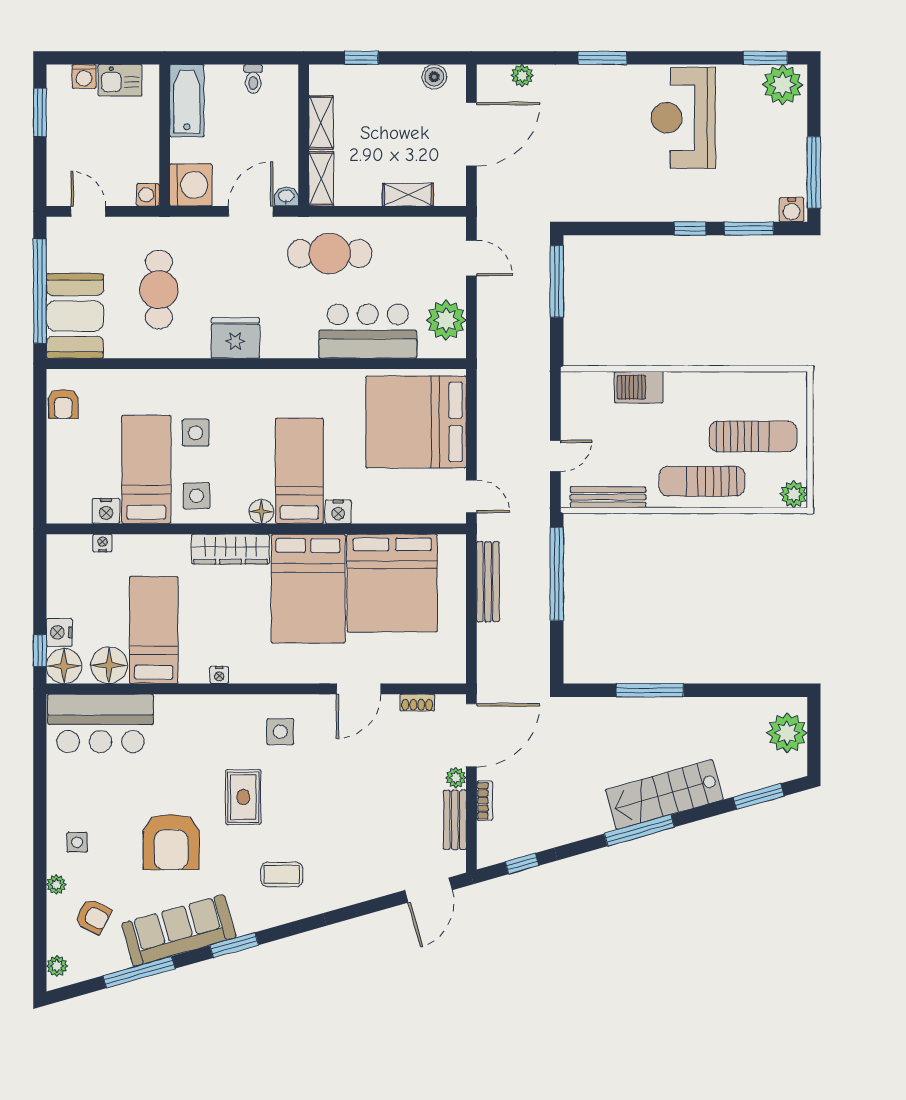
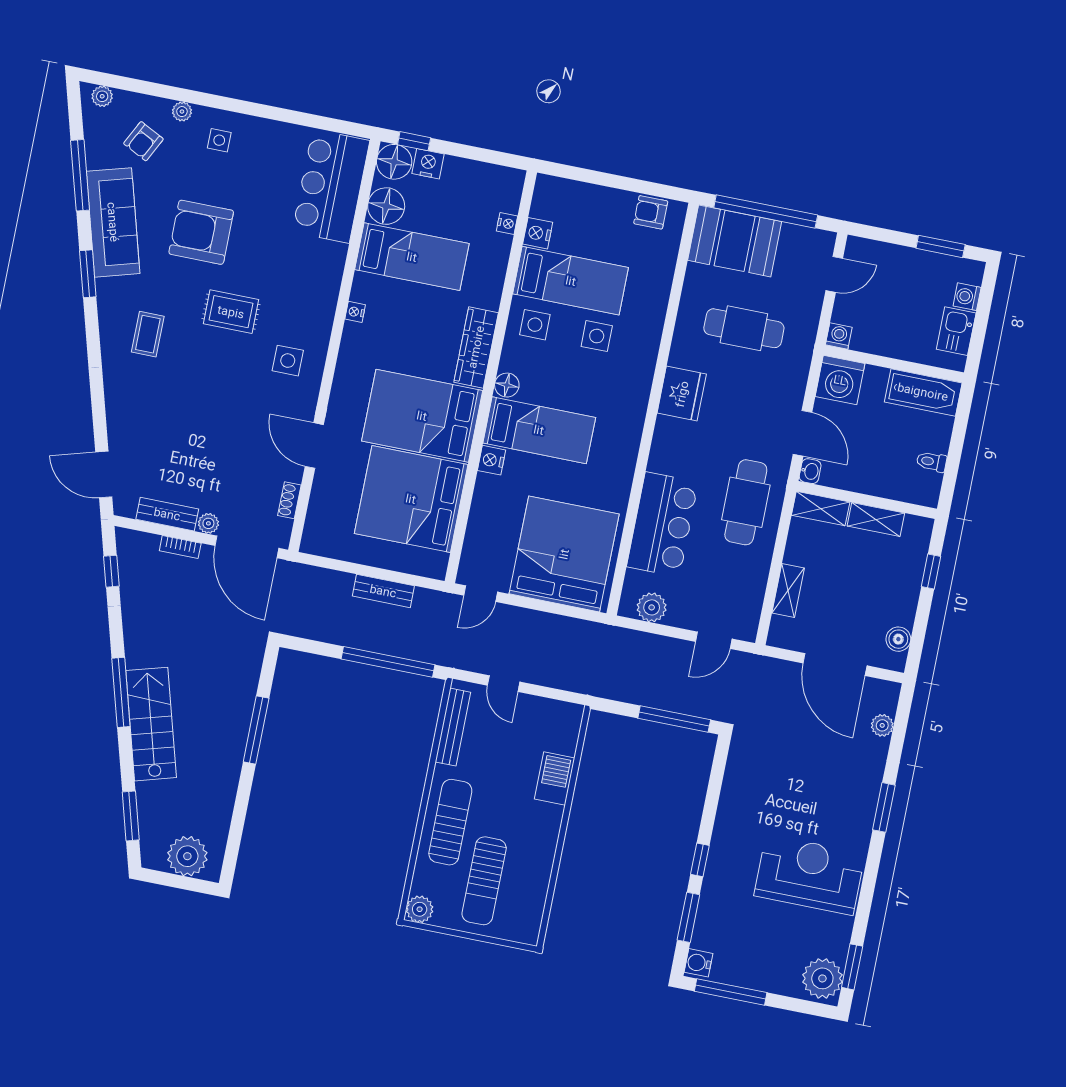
plant: (446, 320) -> (652, 607), width x0.73, depth x0.73
bench: (488, 582) -> (383, 591), width x0.73

